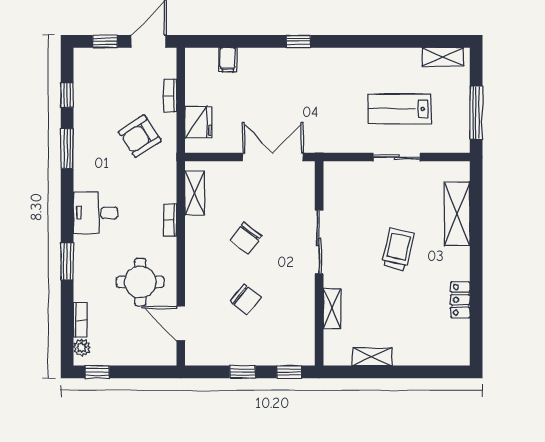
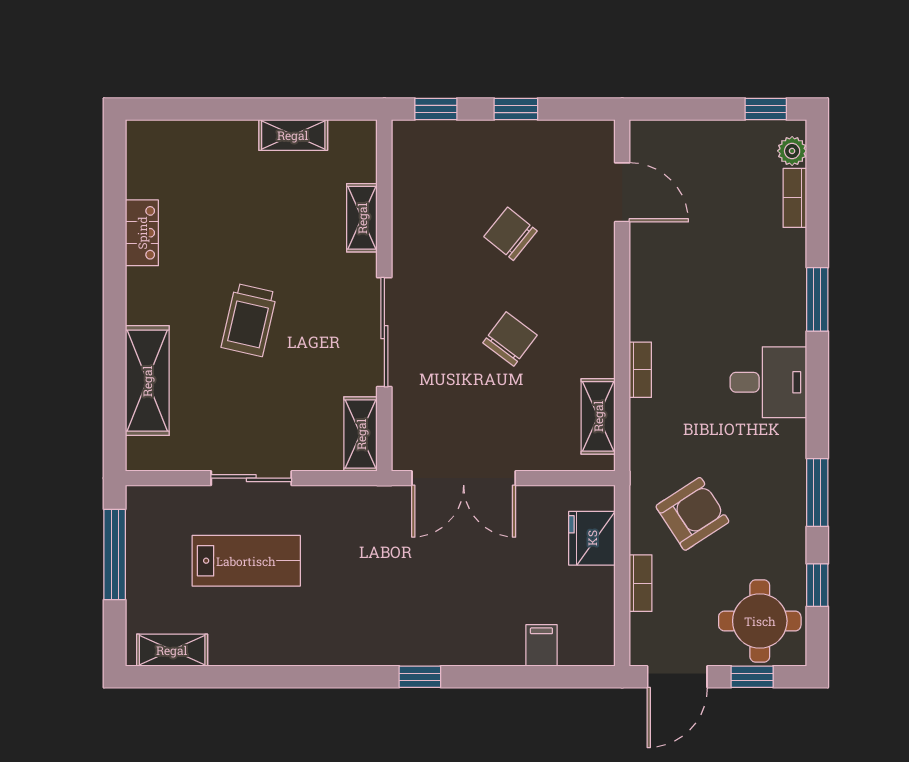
shelving: (333, 183) -> (361, 434), added
round table: (140, 282) -> (760, 621), moved

